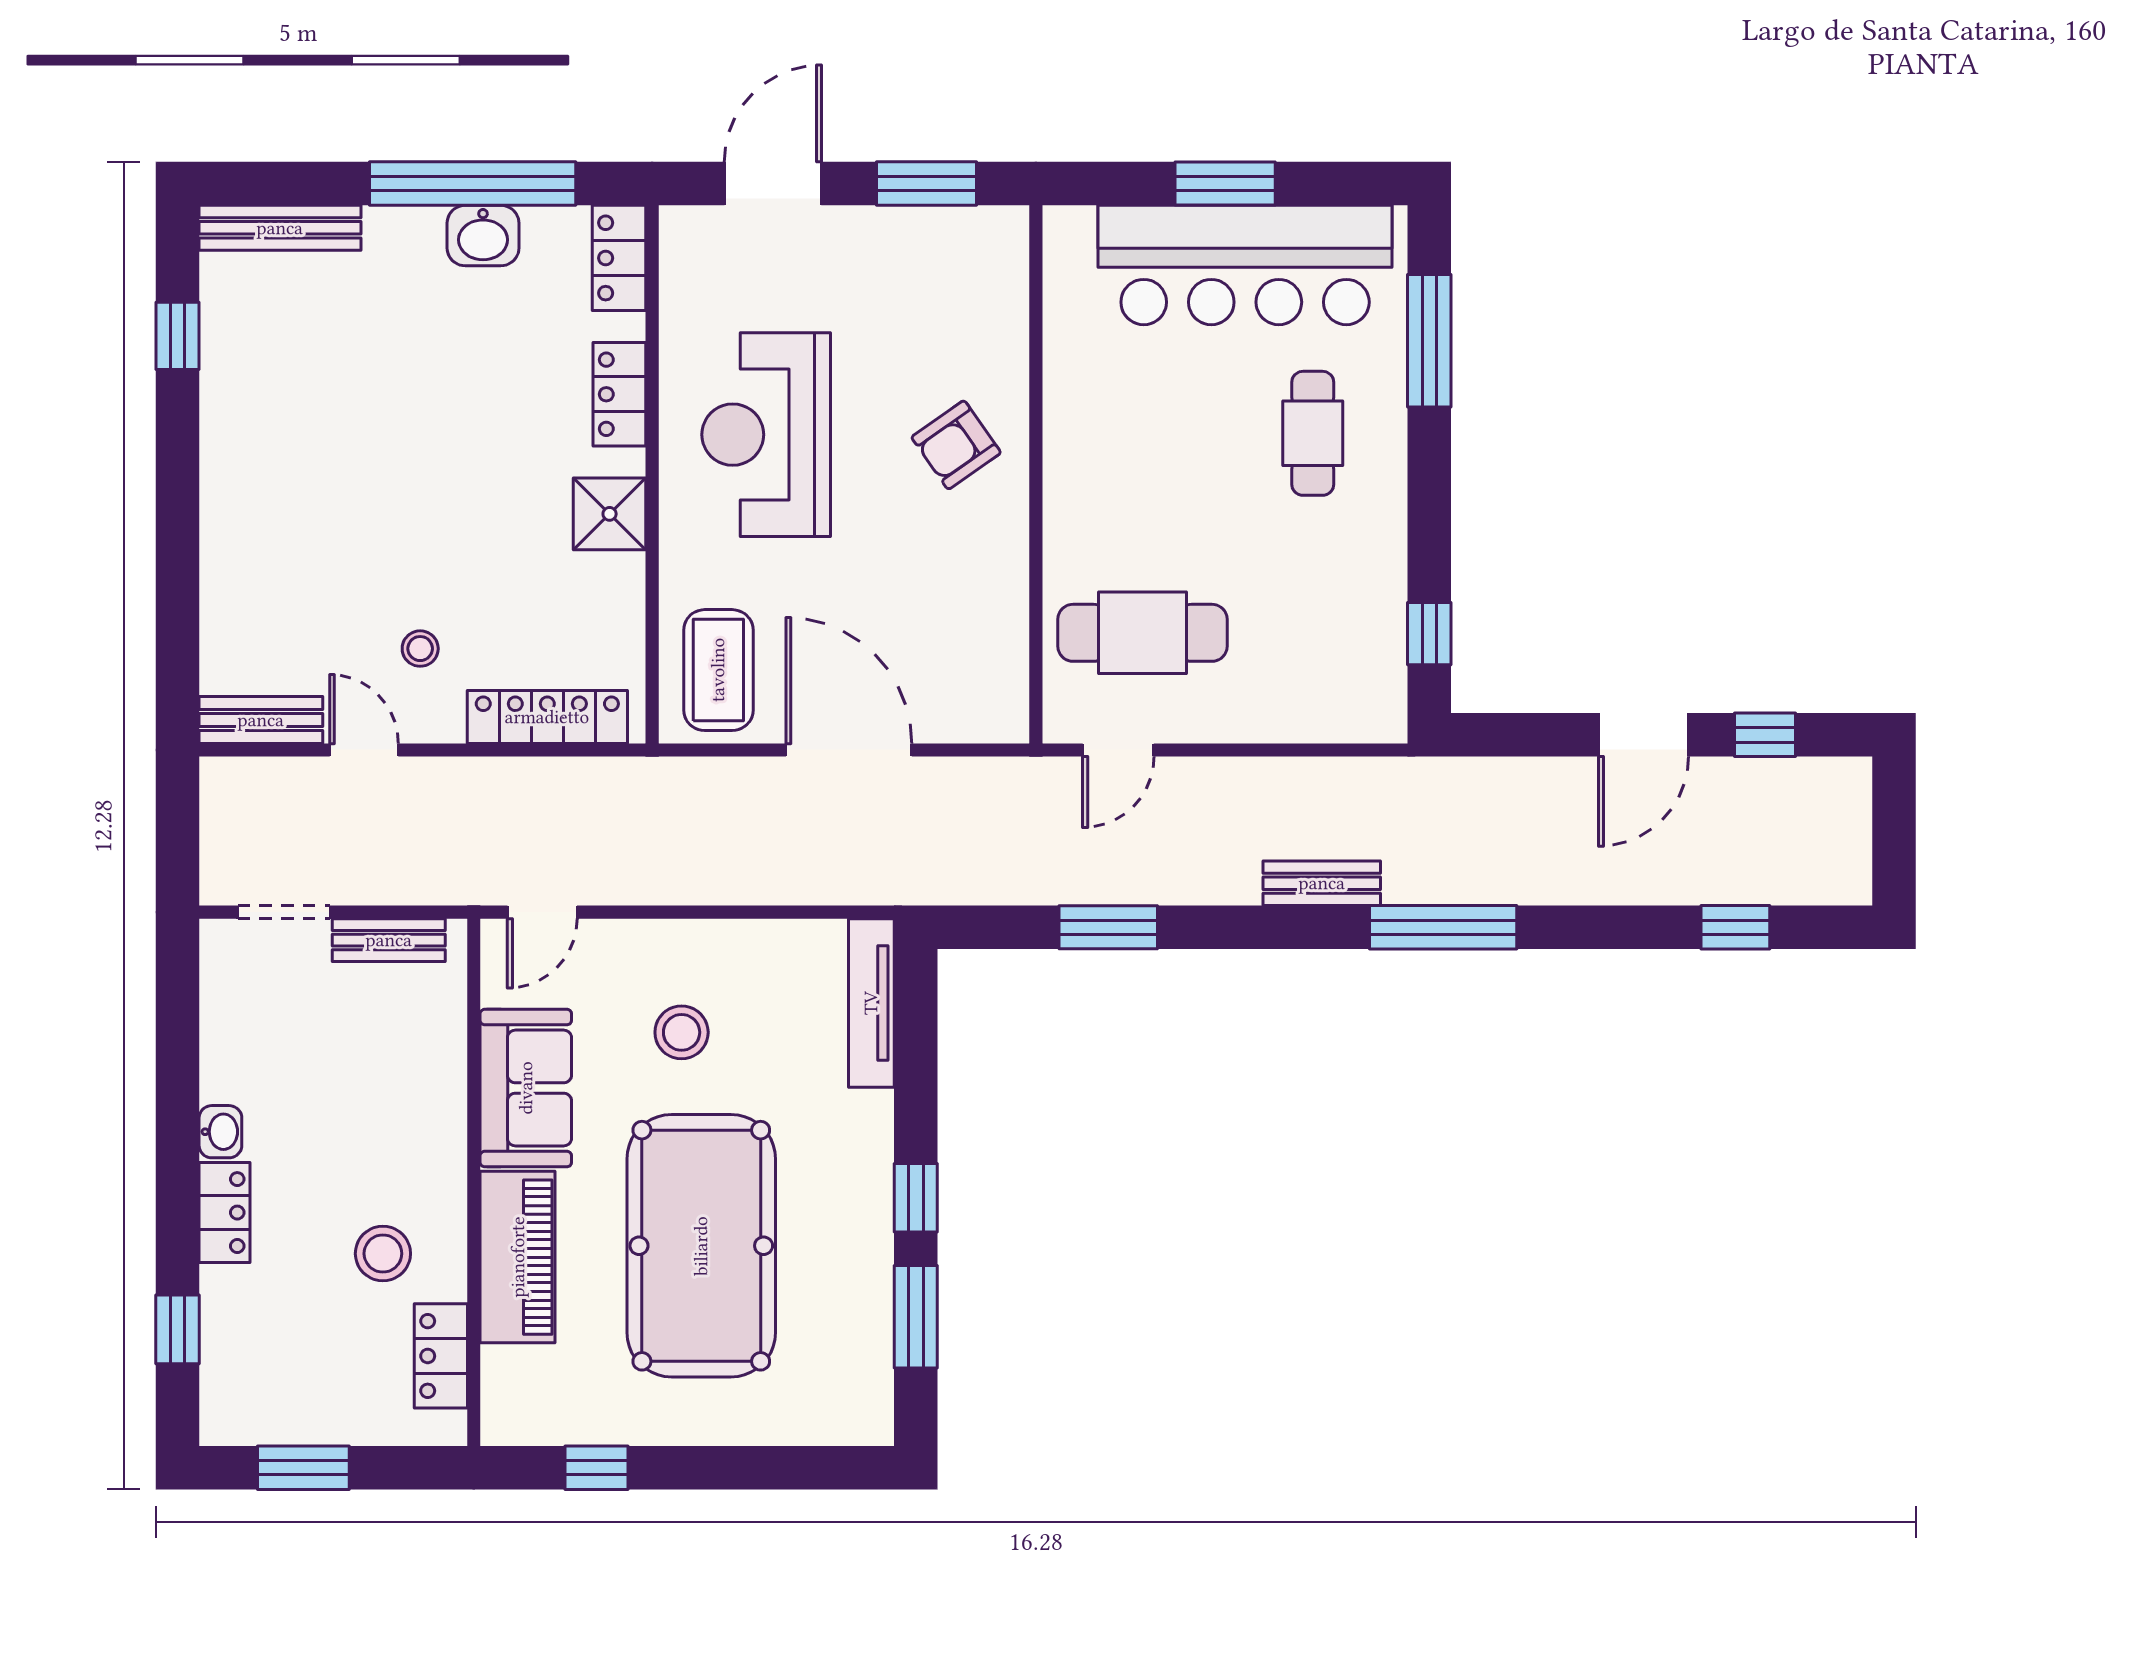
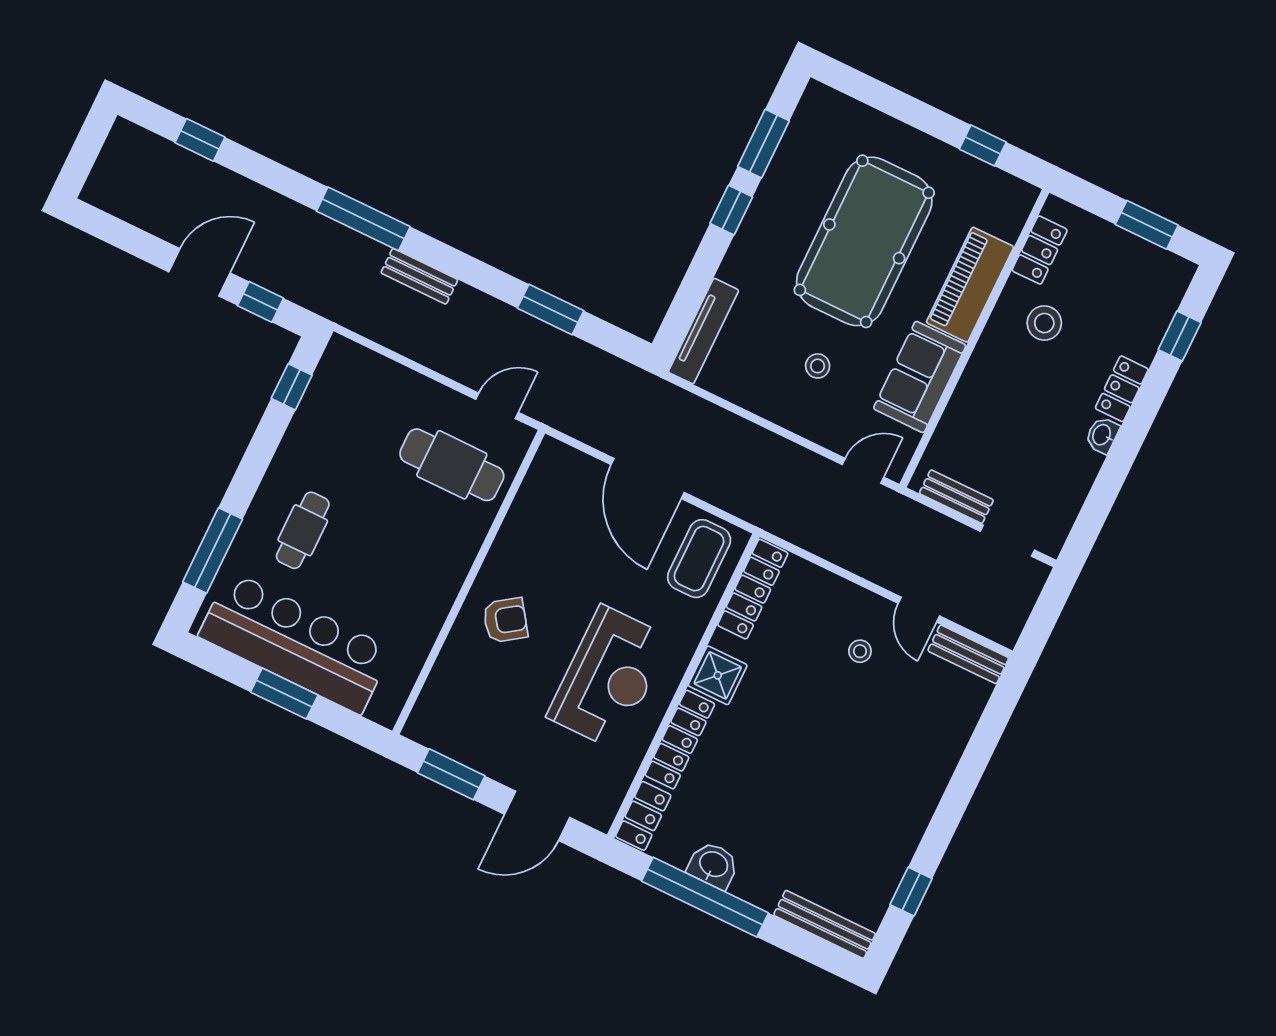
locker: (619, 394) -> (680, 740), width x1.53
locker: (547, 717) -> (753, 589), moved, turned -90
window: (1765, 735) -> (261, 302), moved
stool: (682, 1032) -> (818, 366), width x0.73, depth x0.73

